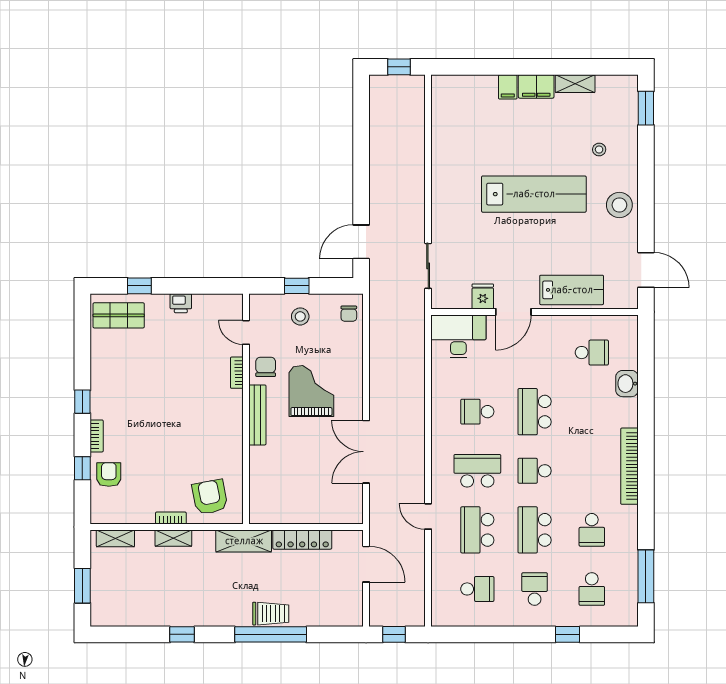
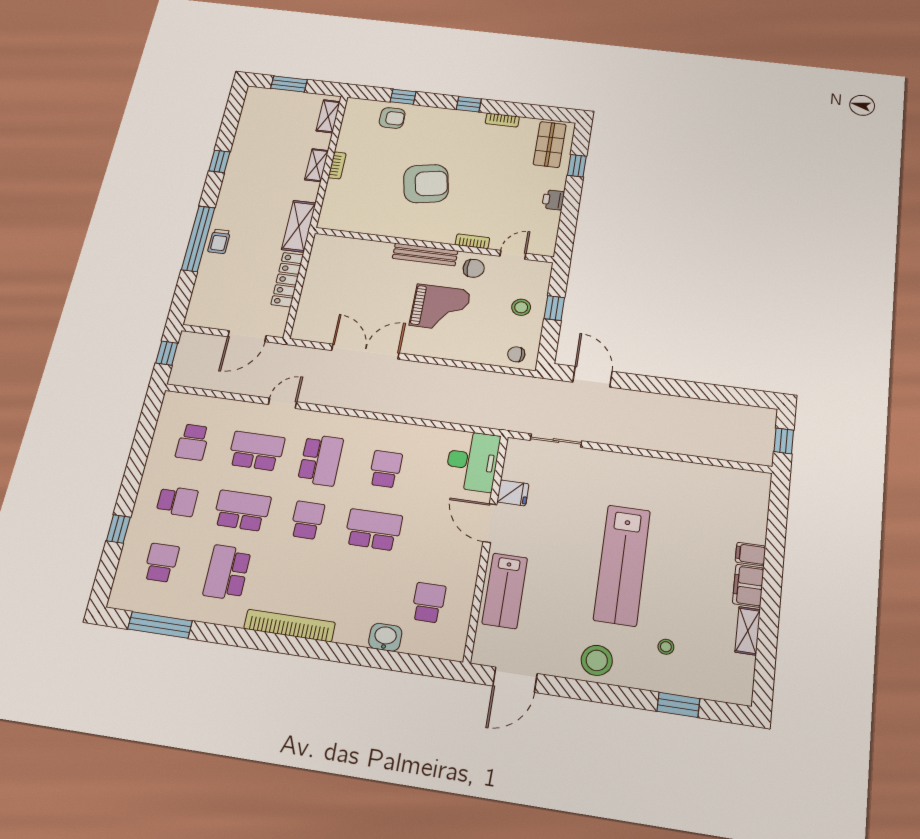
window: (646, 108) -> (678, 705), moved
school desk: (592, 353) -> (429, 603), turned 180
bookcase: (97, 436) -> (502, 120), moved
armchair: (210, 497) -> (426, 184), moved, width x1.36, depth x1.36
school desk: (592, 530) -> (227, 572), width x1.85
school desk: (592, 589) -> (161, 563), turned 90
trolley: (271, 614) -> (219, 241), width x0.73, depth x0.72

